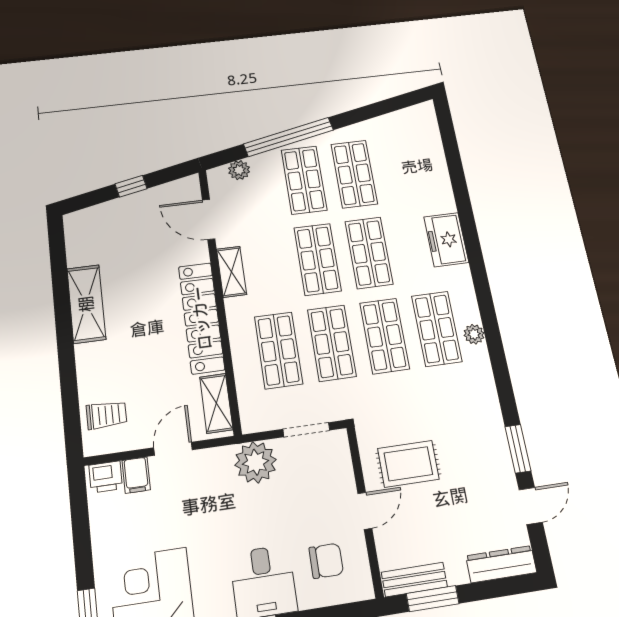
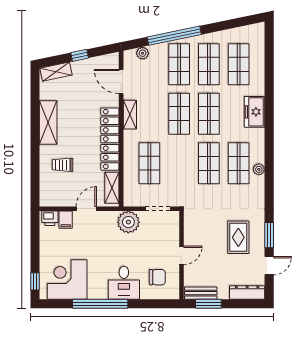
shelving: (92, 217) -> (56, 72), added
shop shelf: (332, 343) -> (239, 64), moved
trolley: (106, 415) -> (63, 165), moved, turned 180
rug: (408, 464) -> (238, 237), moved, turned 90

